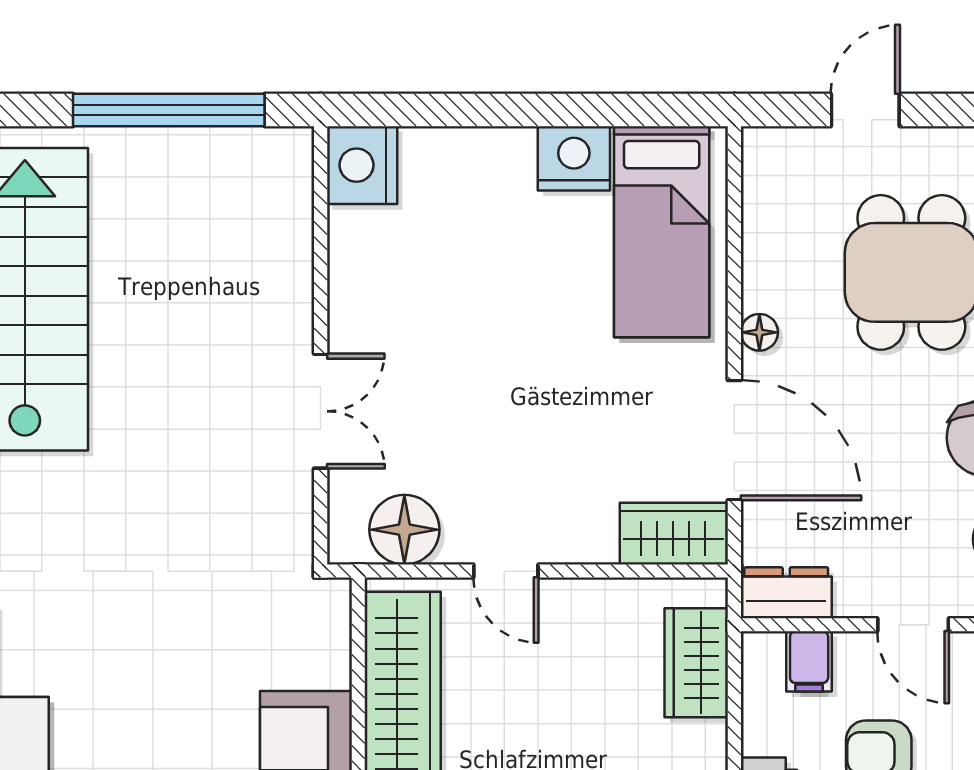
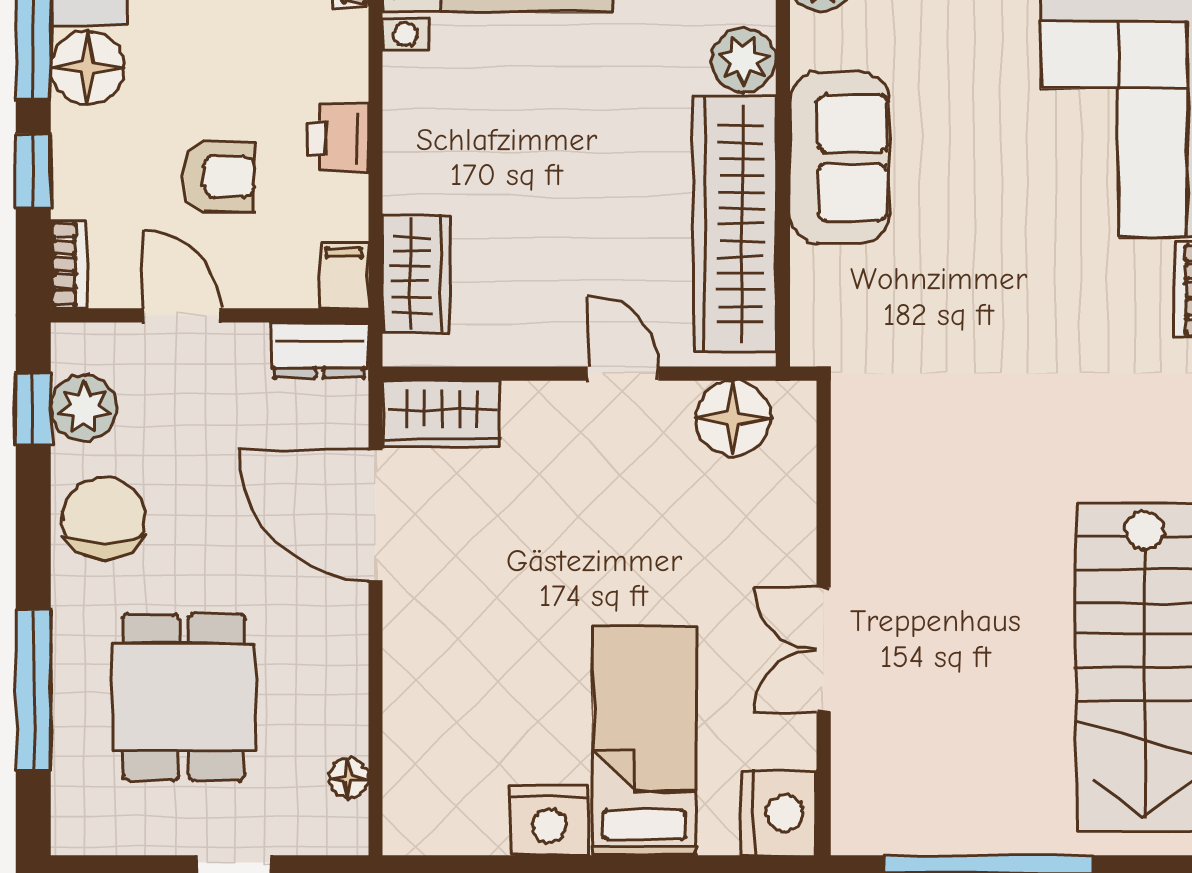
bed: (662, 232) -> (644, 741), moved
floor lamp: (759, 332) -> (349, 778), moved
double door: (321, 411) -> (824, 650), moved
filing cabinet: (809, 661) -> (344, 276), moved

